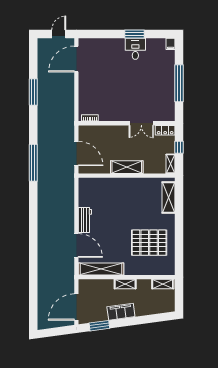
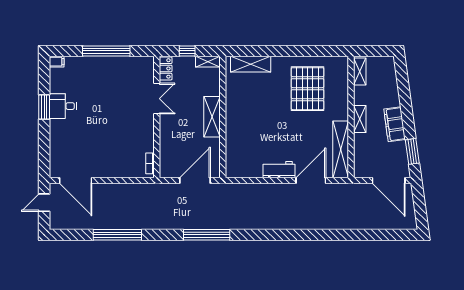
door: (59, 34) -> (44, 203), hinge flipped
window: (33, 92) -> (117, 235), width x1.46

